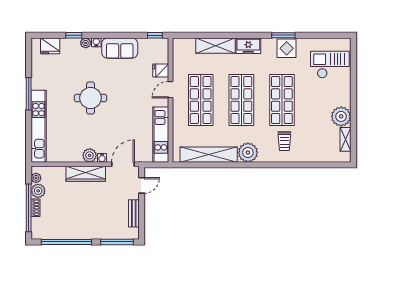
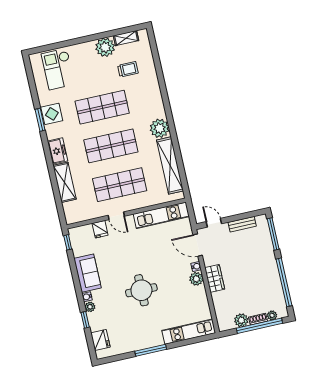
kitchen unit: (39, 126) -> (189, 332), width x0.73
trolley: (284, 141) -> (128, 69), moved
wardrobe: (86, 174) -> (215, 278), width x0.67
plant: (36, 178) -> (272, 315), moved

